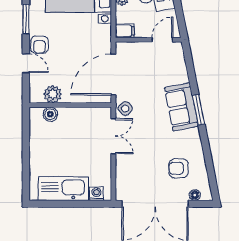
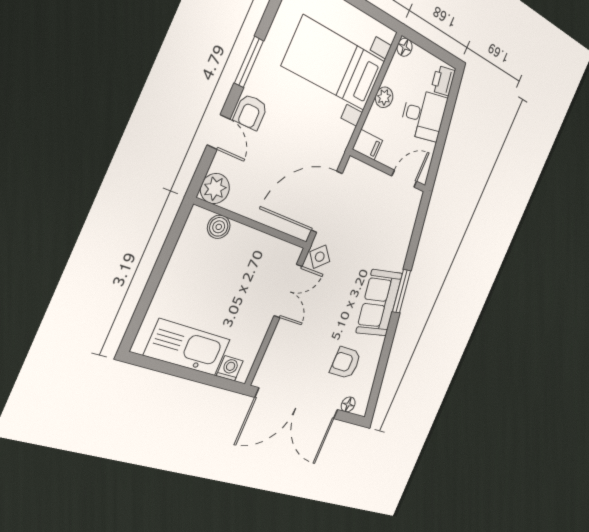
plant: (53, 94) -> (215, 189), moved
sofa: (181, 107) -> (379, 303), moved

